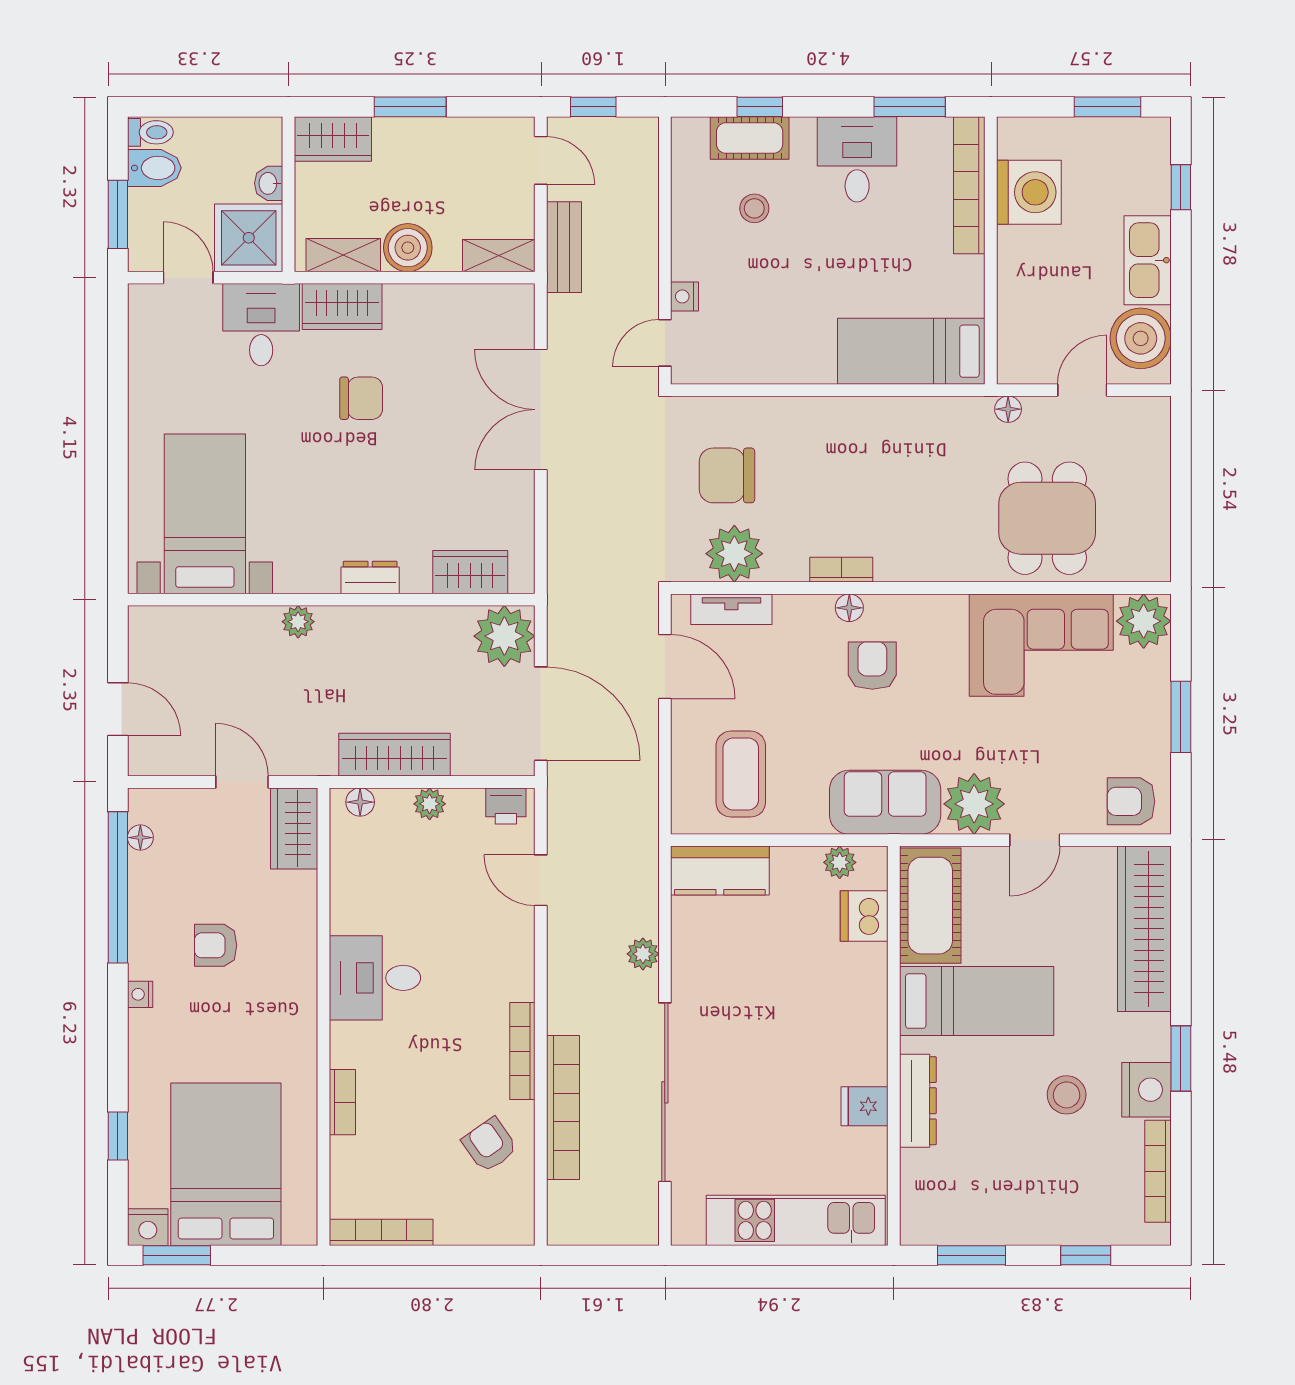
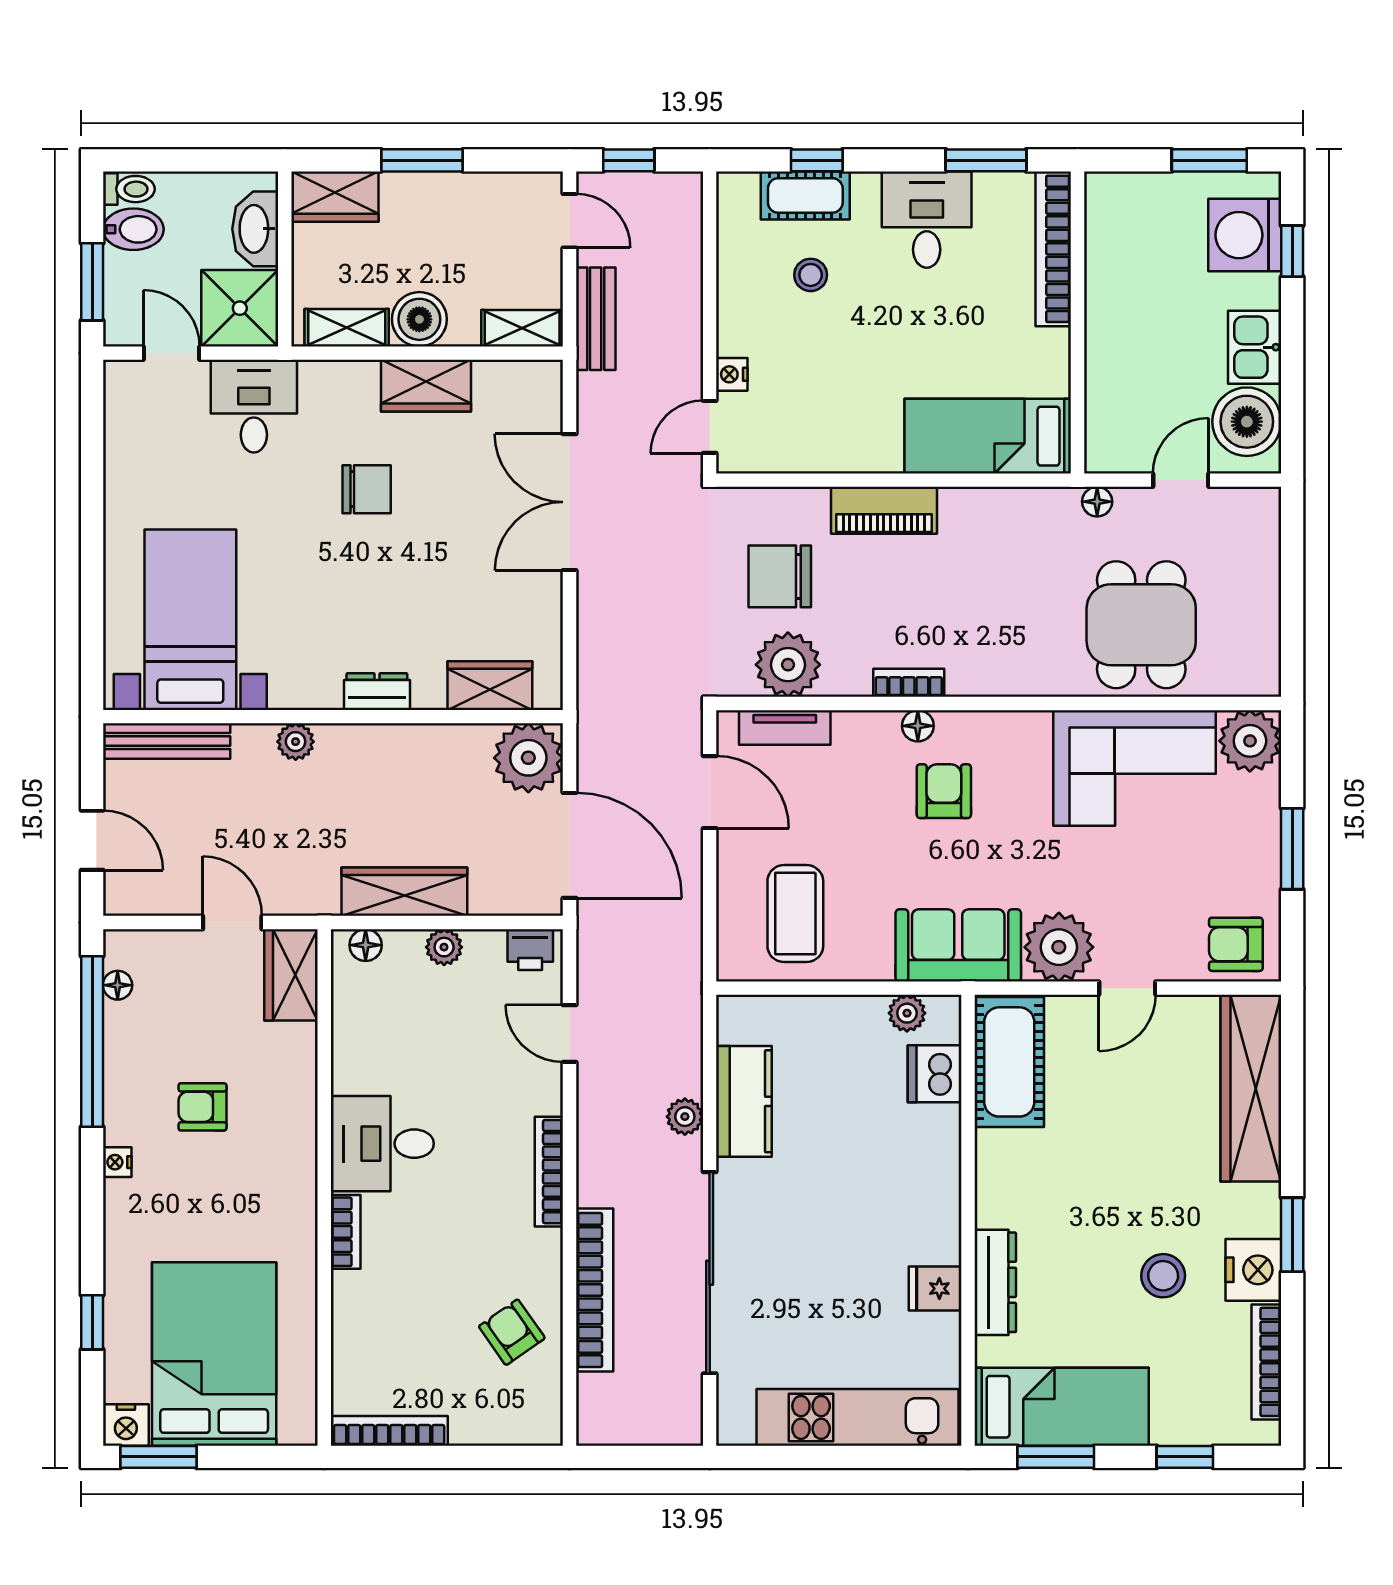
washbasin: (269, 183) -> (255, 229), width x1.91, depth x1.45
washing machine: (1029, 192) -> (1245, 235), moved, turned 180
kitchen sink: (1148, 260) -> (1255, 347), width x0.73
wardrobe: (342, 306) -> (426, 386), moved
piano: (819, 417) -> (884, 510), added
bench: (184, 621) -> (167, 741), added
kitchen counter: (720, 871) -> (744, 1101), moved, turned -90
bed: (977, 1001) -> (1062, 1407), moved
bookcase: (522, 1051) -> (549, 1172), moved
bookcase: (342, 1102) -> (346, 1232), moved

